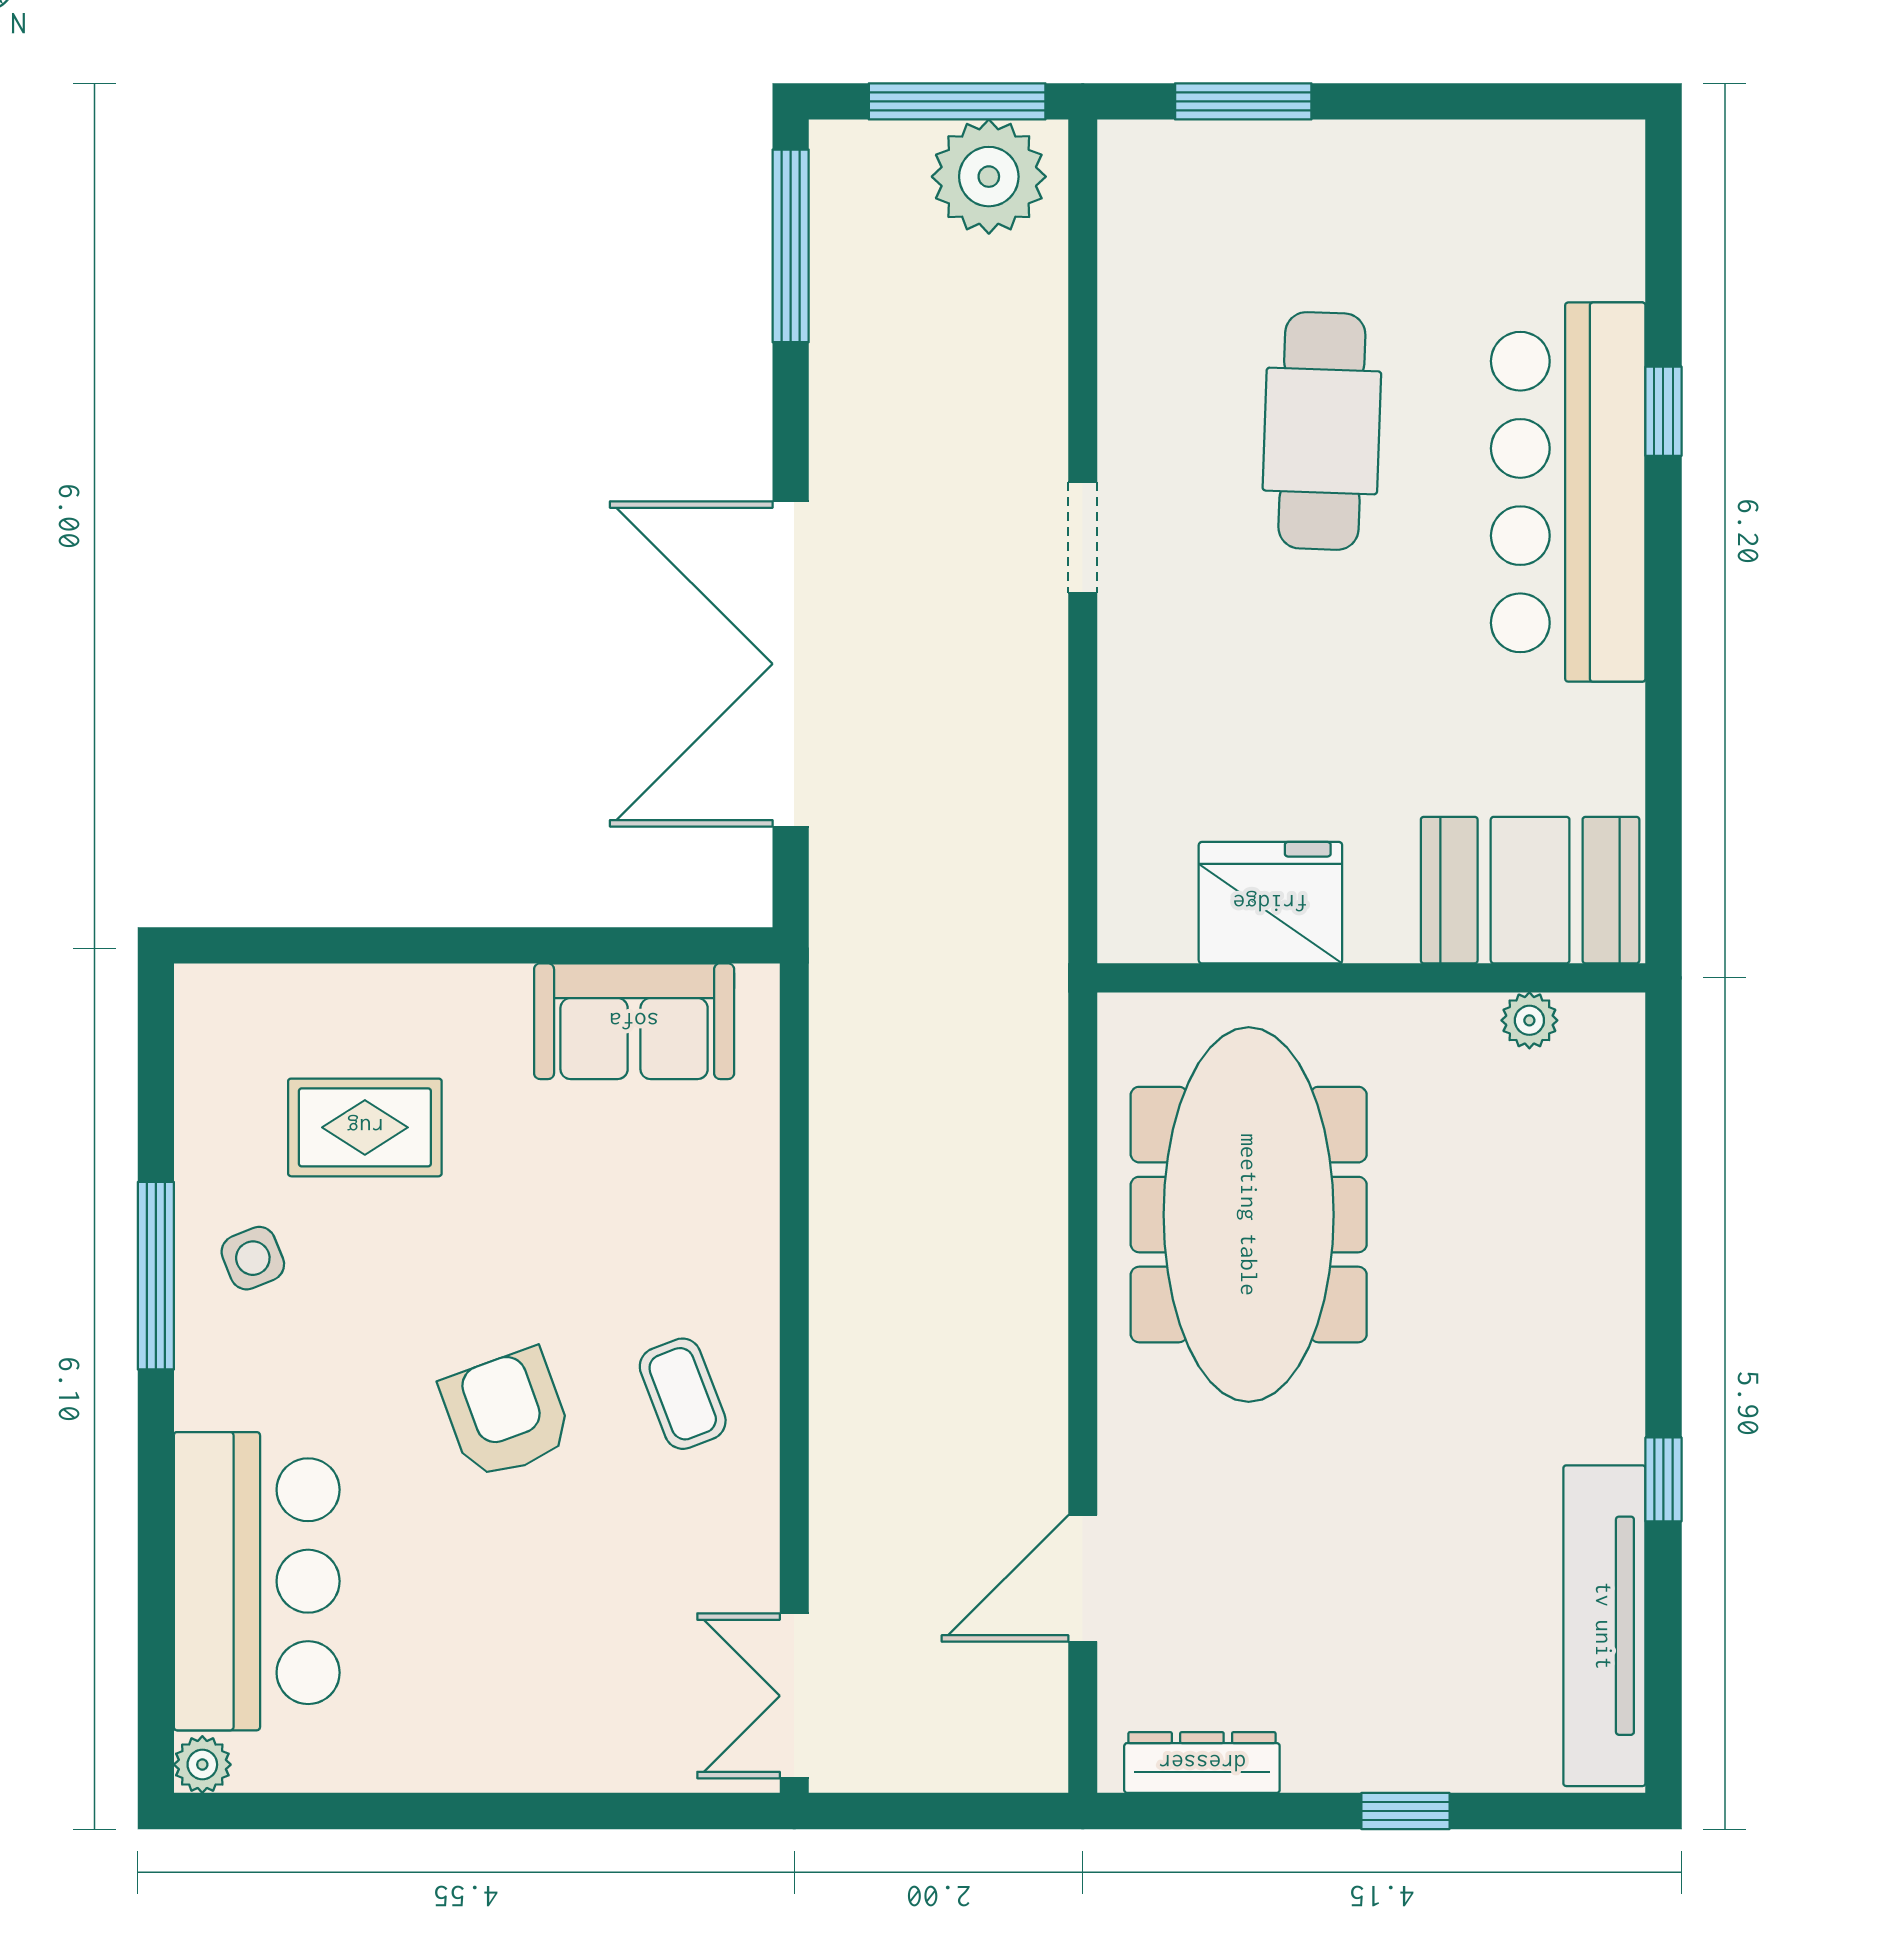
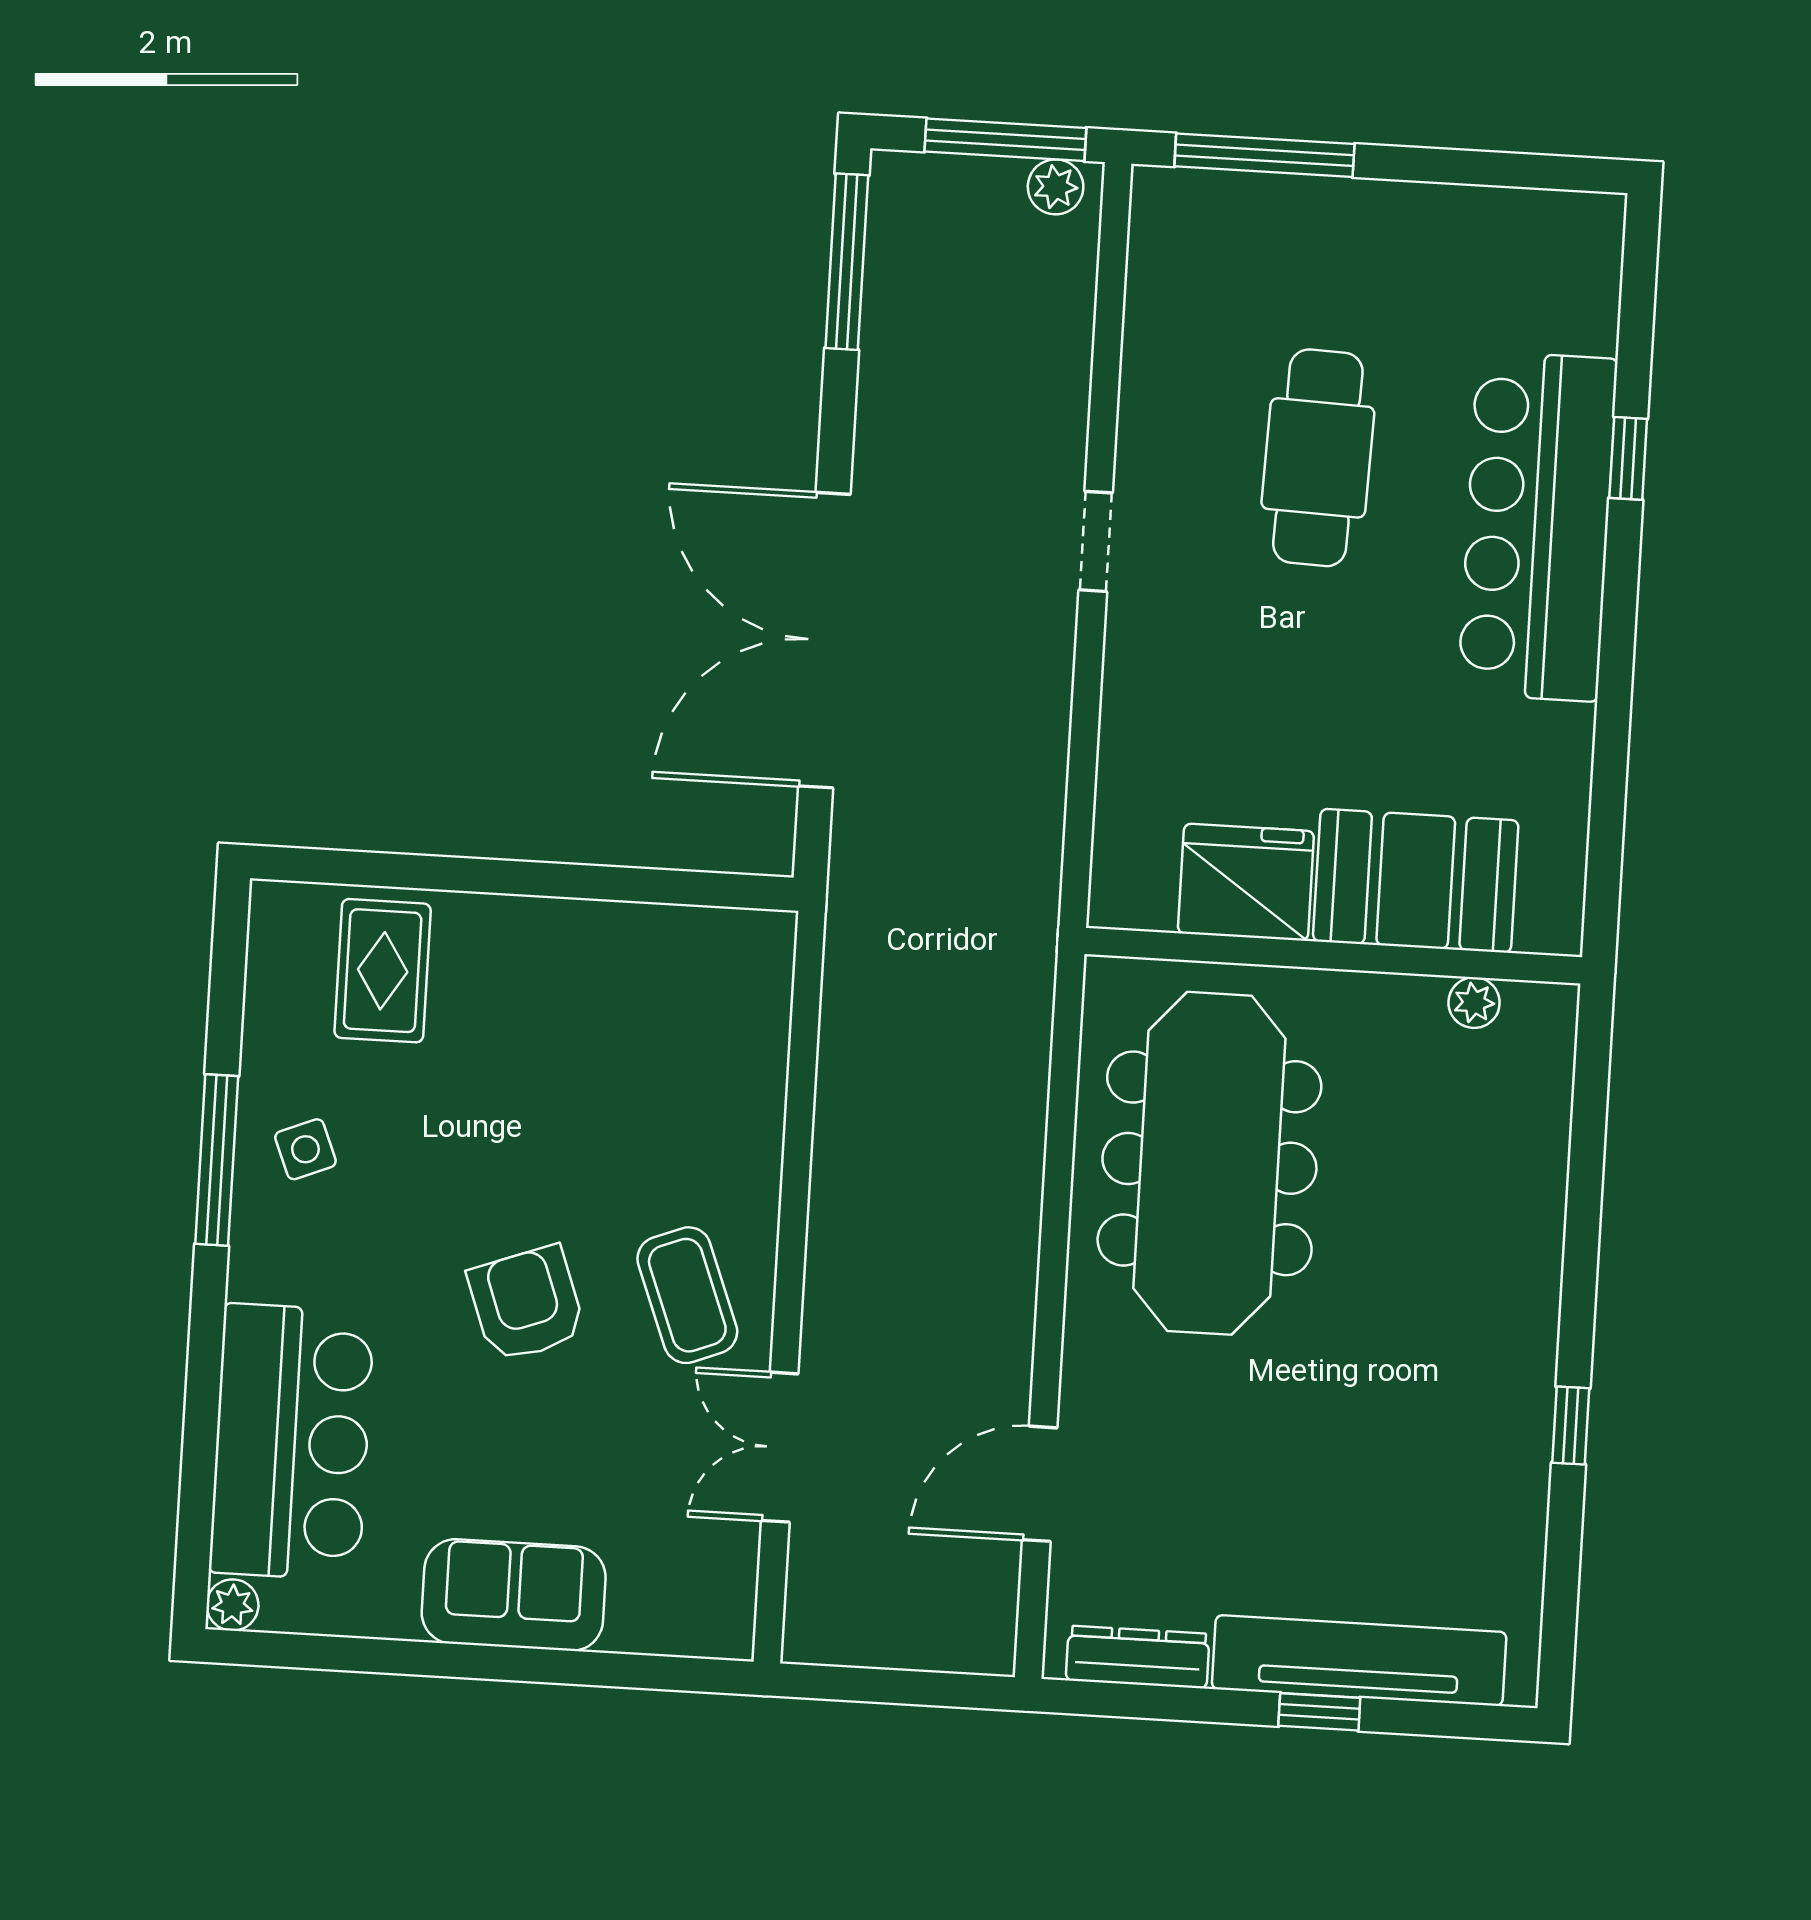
window: (1243, 101) -> (1264, 155), width x1.44
plant: (989, 177) -> (1056, 187), width x0.53, depth x0.53
booth: (1530, 890) -> (1416, 881), moved
sofa: (634, 1021) -> (514, 1595), moved, turned 180
rug: (365, 1127) -> (383, 971), moved, turned 90
coffee table: (683, 1394) -> (687, 1295), width x1.36, depth x1.30
tv unit: (1604, 1626) -> (1359, 1660), moved, turned 90
double door: (794, 1696) -> (780, 1447), moved

